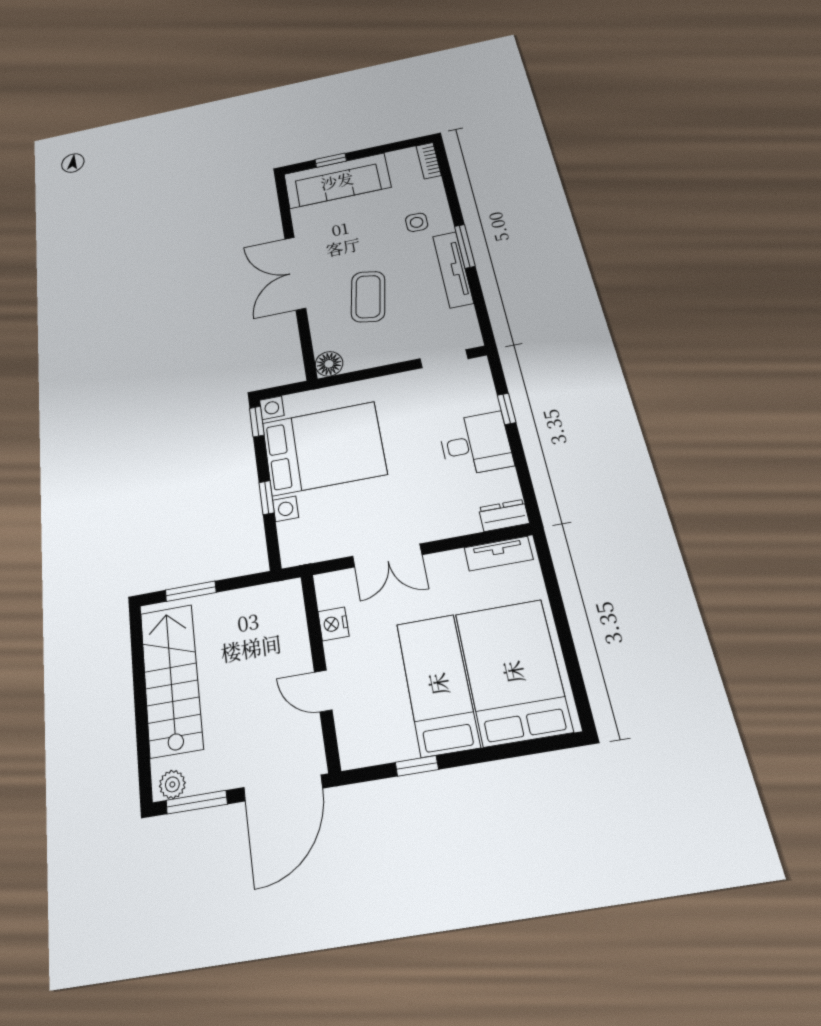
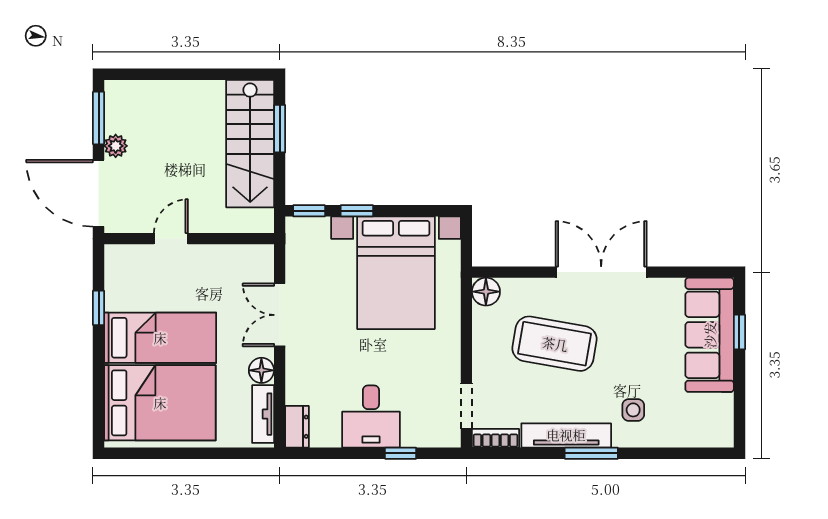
bookcase: (429, 161) -> (496, 438), moved
coffee table: (368, 297) -> (555, 344), width x1.36, depth x1.32
window: (257, 422) -> (309, 211), moved
floor lamp: (451, 564) -> (261, 370), added
nightstand: (333, 624) -> (227, 256), removed
stairs: (171, 680) -> (250, 144), moved, turned 90
plant: (172, 784) -> (116, 146), moved

